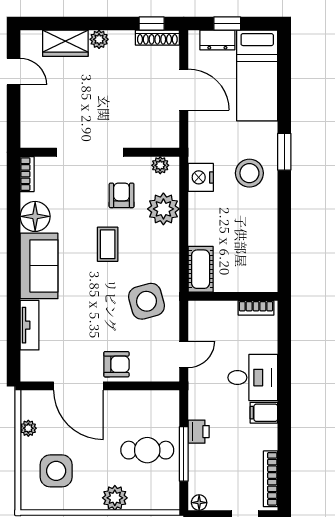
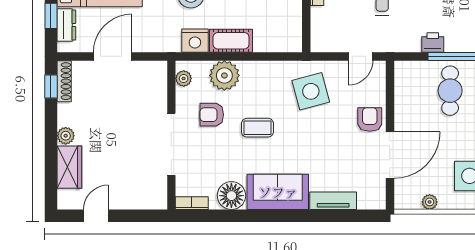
cot: (201, 269) -> (231, 41), moved
door: (184, 354) -> (360, 56), swing flipped

